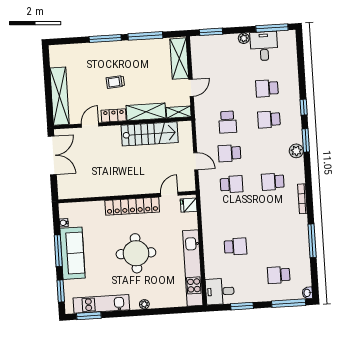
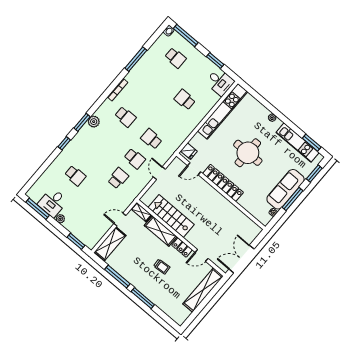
school desk: (269, 119) -> (92, 156), removed

